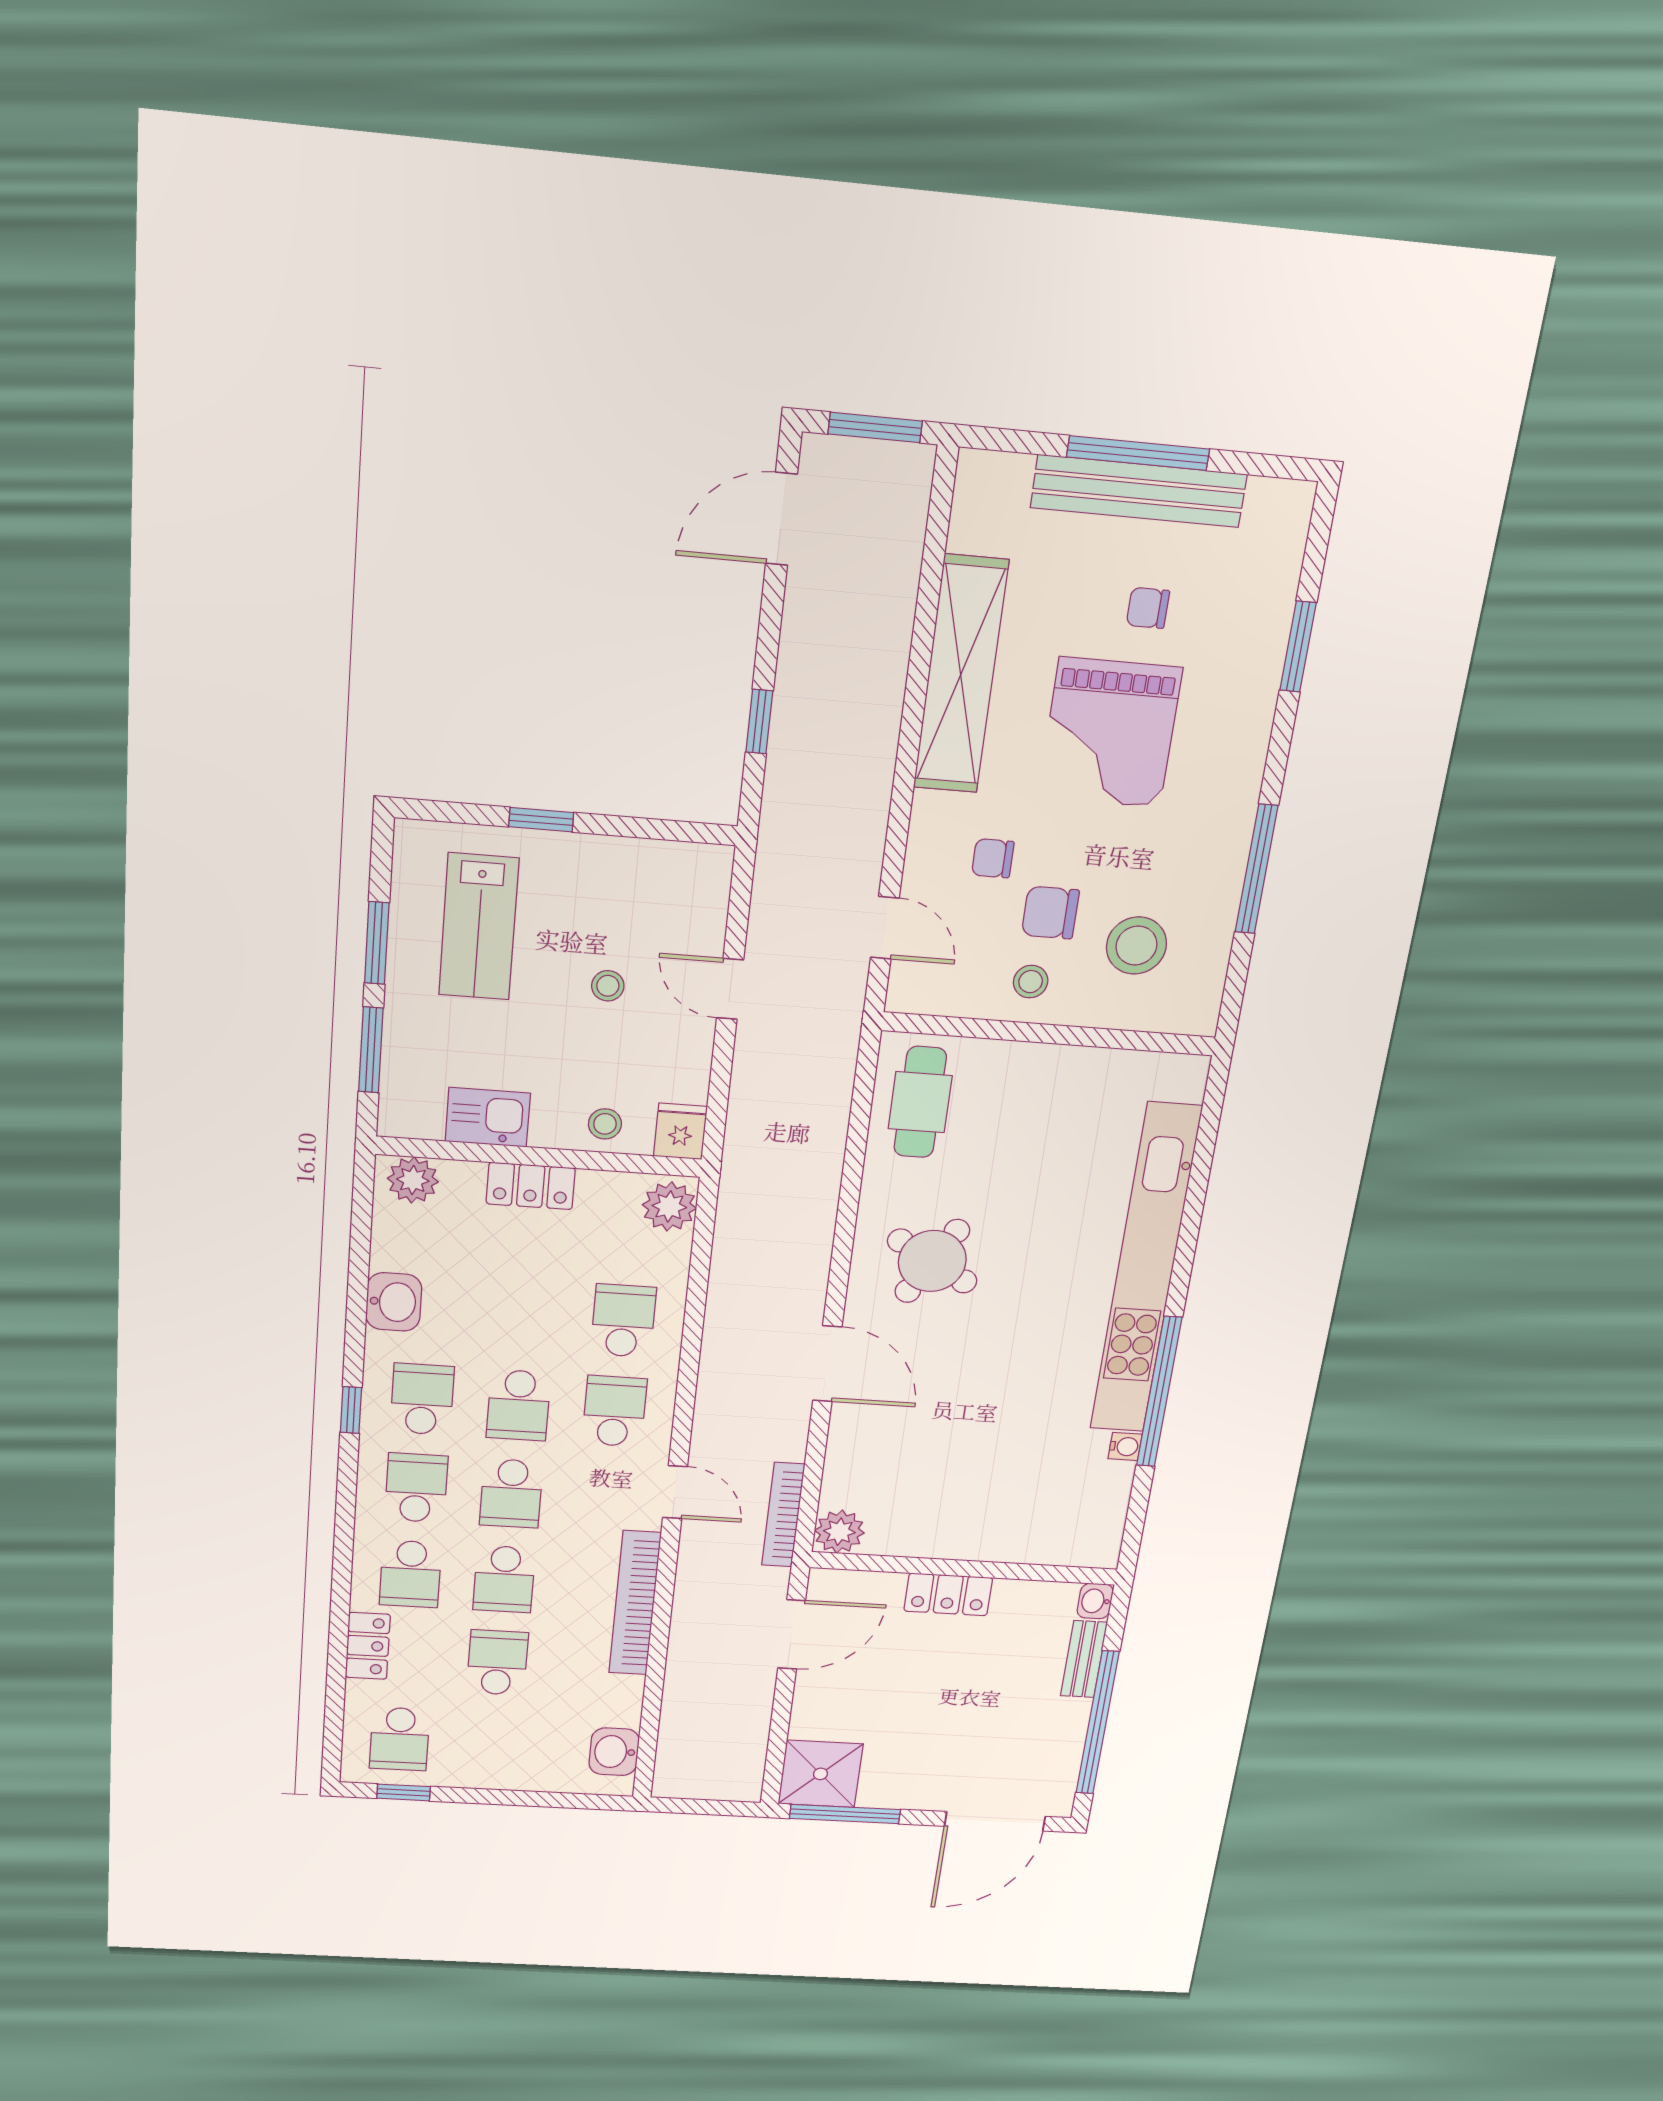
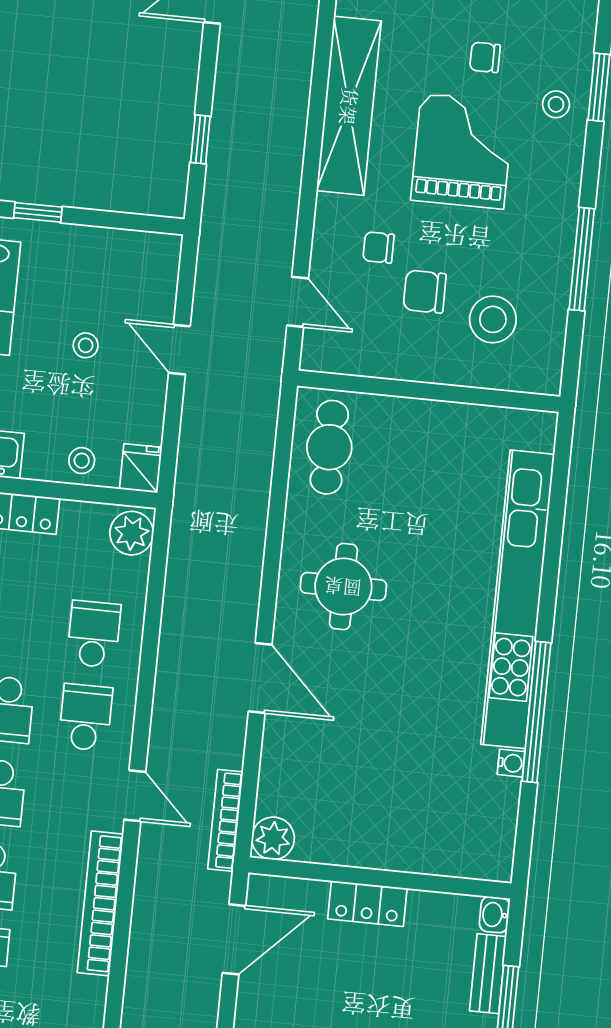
grand piano: (1110, 733) -> (462, 151), turned 180
stool: (1031, 982) -> (556, 104), moved
round table: (932, 1261) -> (343, 587), turned -30

